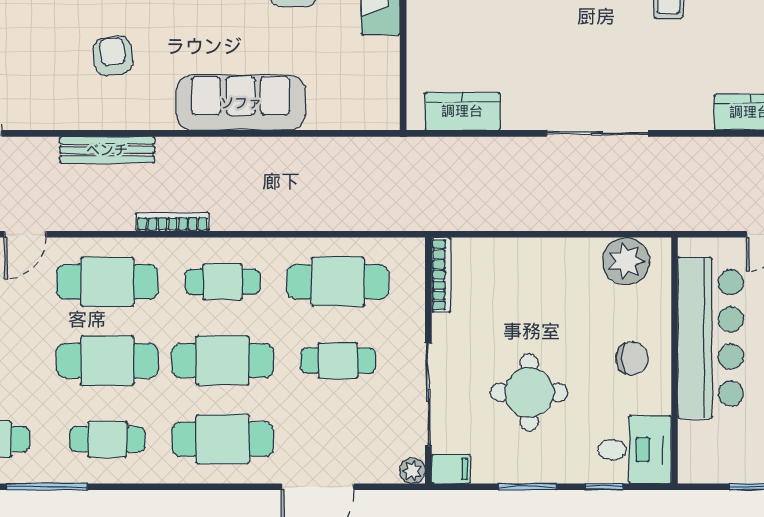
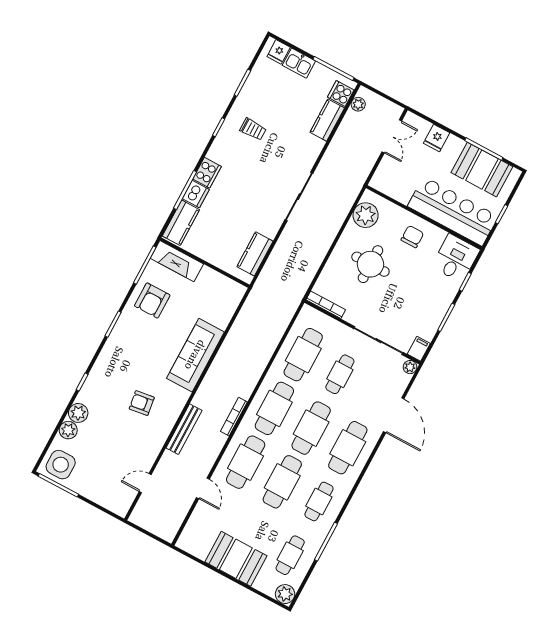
cafe table: (223, 282) -> (274, 408), width x1.37, depth x1.35
bar counter: (710, 338) -> (453, 211), moved
round table: (529, 392) -> (370, 264), moved

